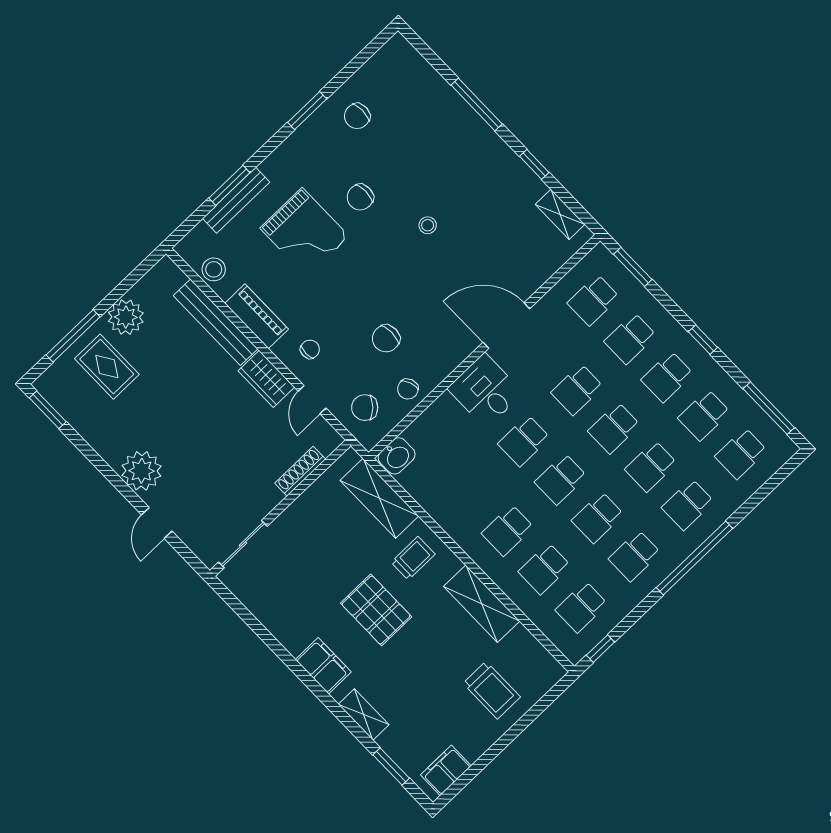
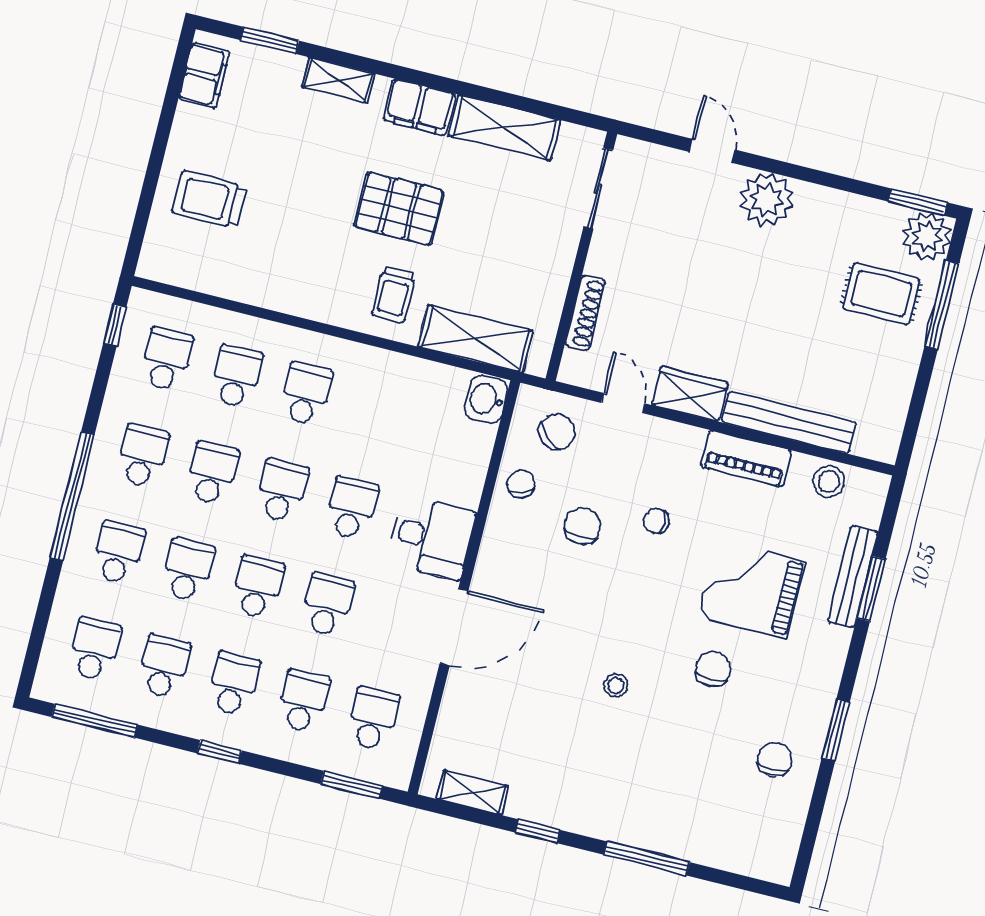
plant: (126, 317) -> (927, 236), moved
chair: (310, 349) -> (656, 521), moved, turned 90
shelving: (482, 604) -> (505, 128), moved

